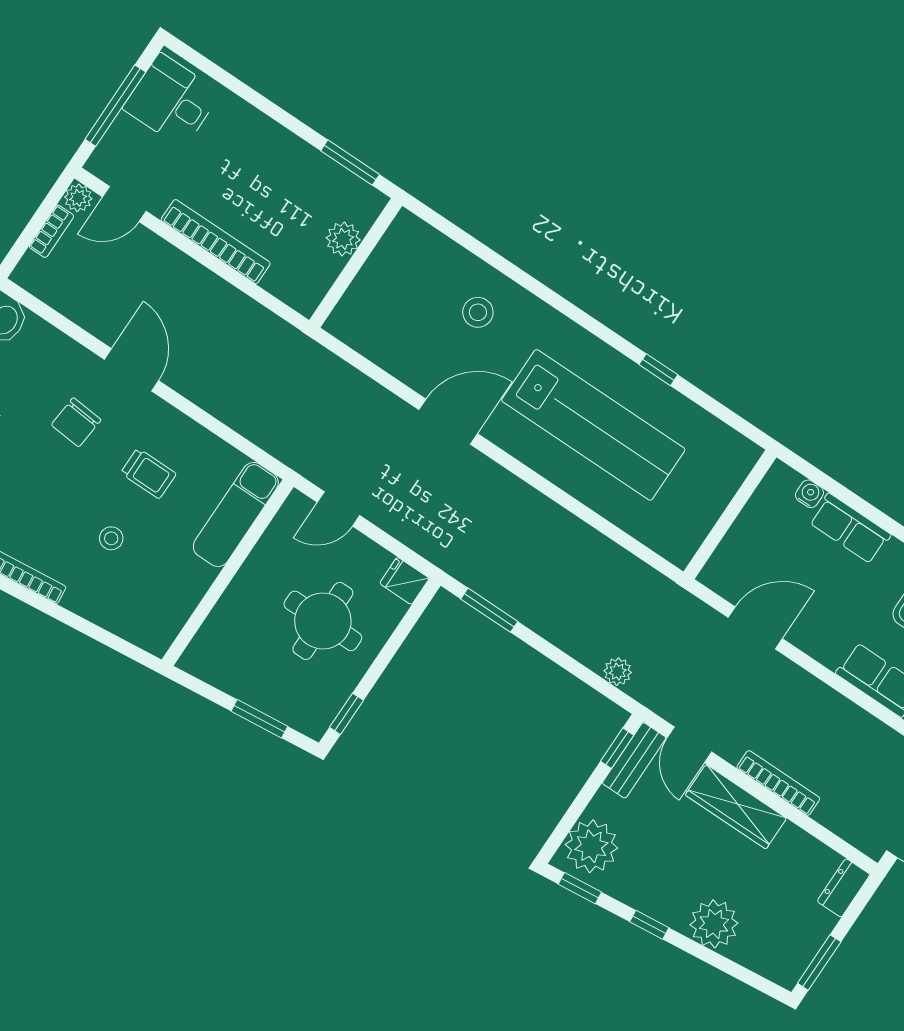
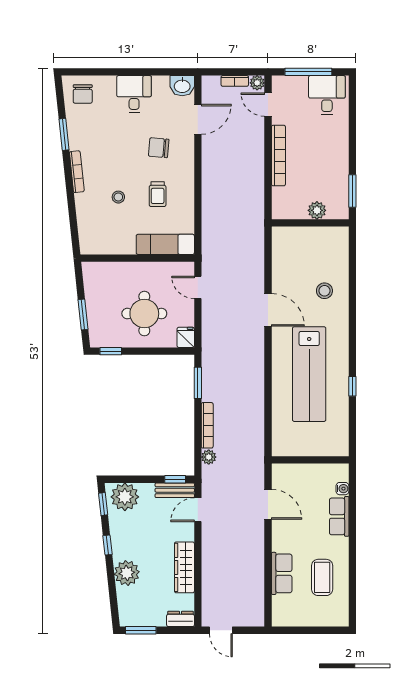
door: (132, 370) -> (198, 119), moved
bookcase: (778, 783) -> (207, 425), moved
wardrobe: (736, 807) -> (184, 567), moved

